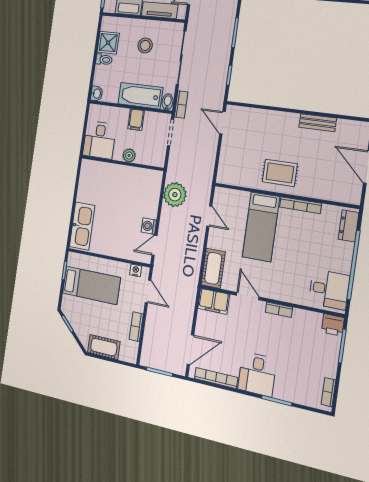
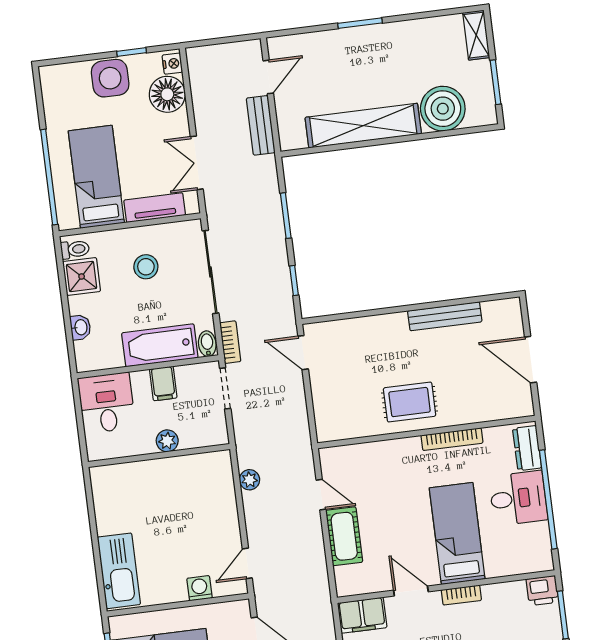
toilet: (104, 60) -> (75, 249), moved
washbasin: (97, 94) -> (80, 327), moved
bench: (318, 123) -> (445, 316), width x1.36
desk: (99, 140) -> (107, 403), moved, turned 180
plant: (175, 195) -> (250, 480), width x0.53, depth x0.53
washing machine: (149, 226) -> (199, 588), moved, turned 90
bed: (261, 227) -> (457, 533), moved, turned 180
cot: (213, 268) -> (344, 536), moved
nightstand: (136, 270) -> (227, 610), removed
desk: (329, 289) -> (518, 498), moved

